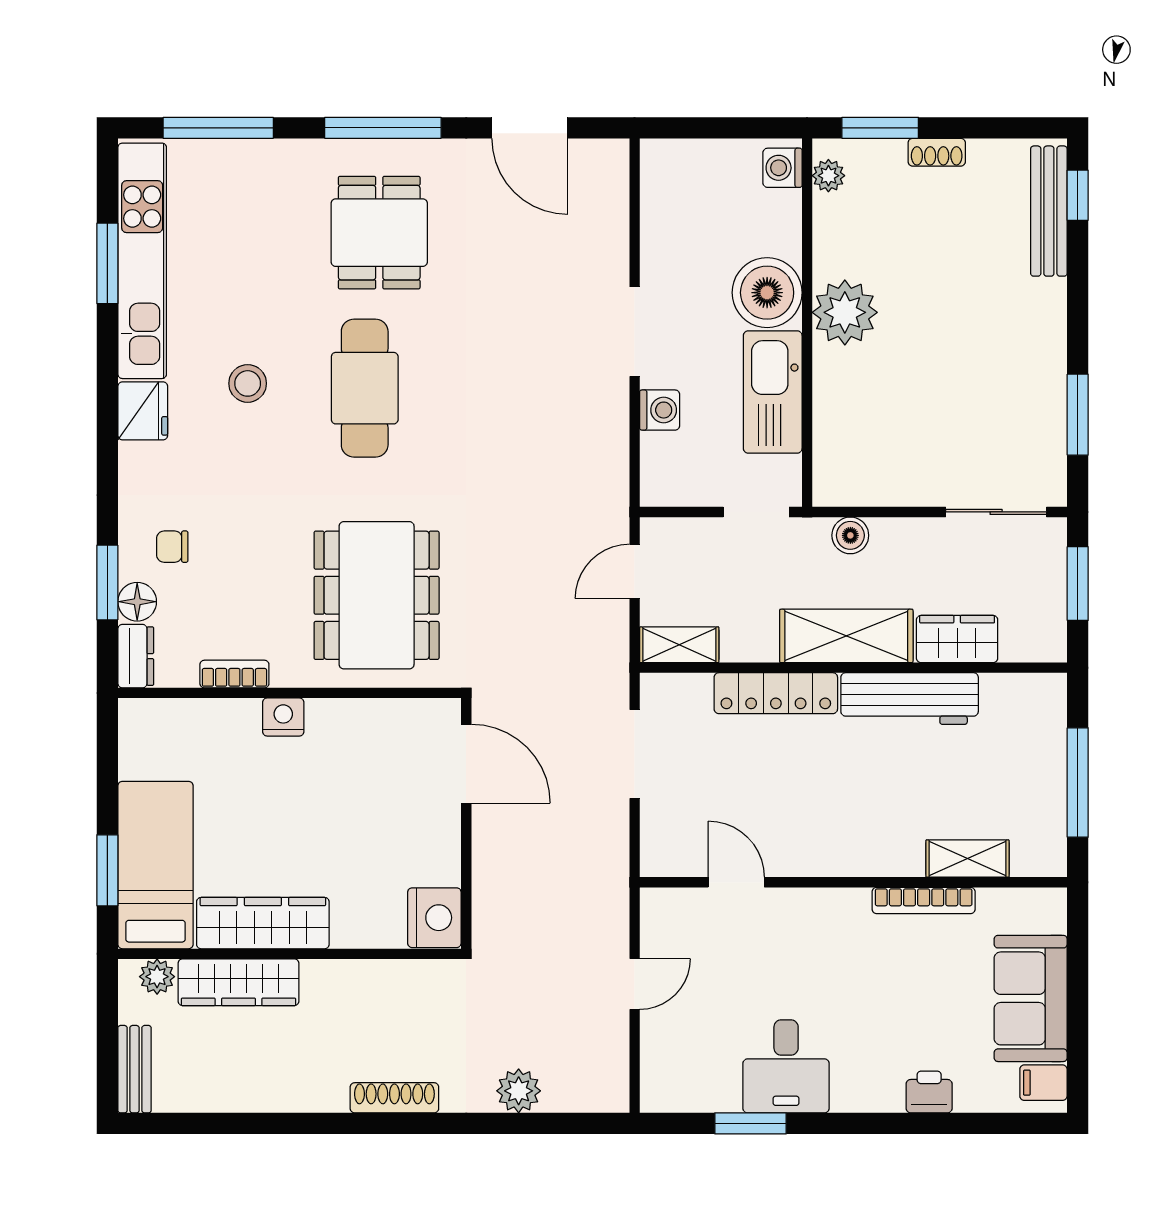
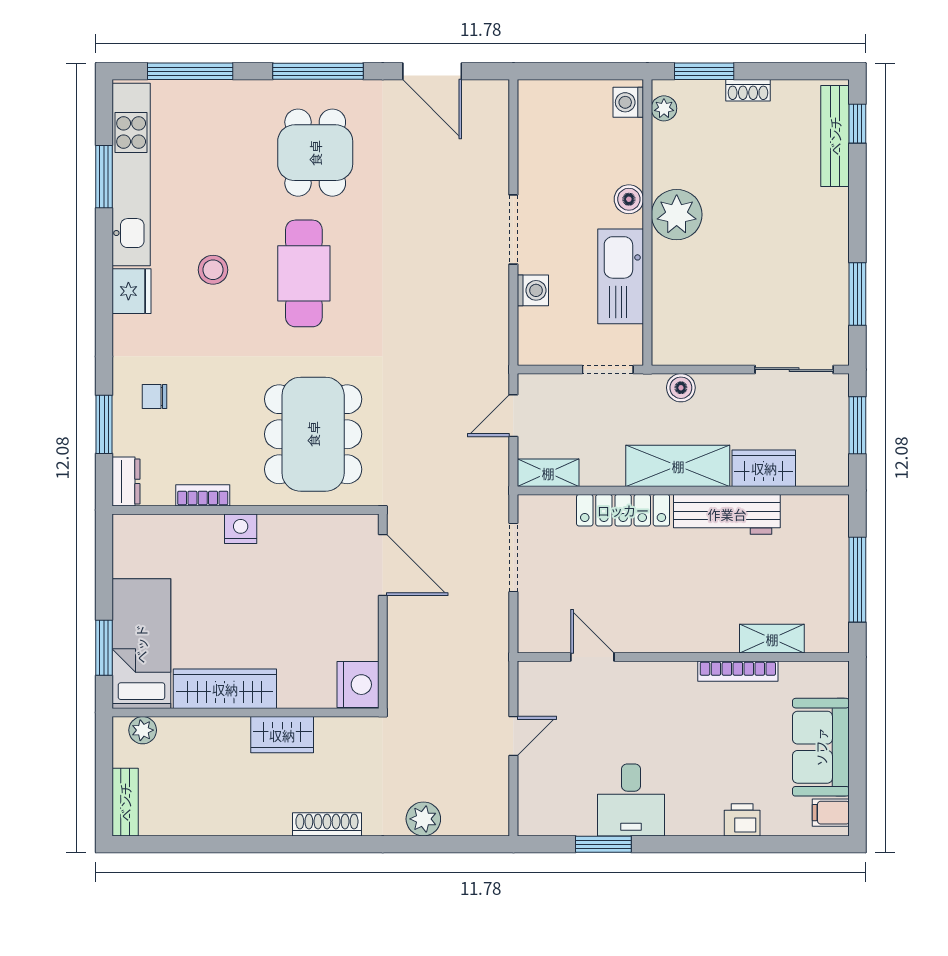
boiler: (767, 293) -> (629, 199), width x0.54, depth x0.54
floor lamp: (137, 602) -> (127, 439), removed
wardrobe: (238, 982) -> (282, 735), moved, width x0.67

